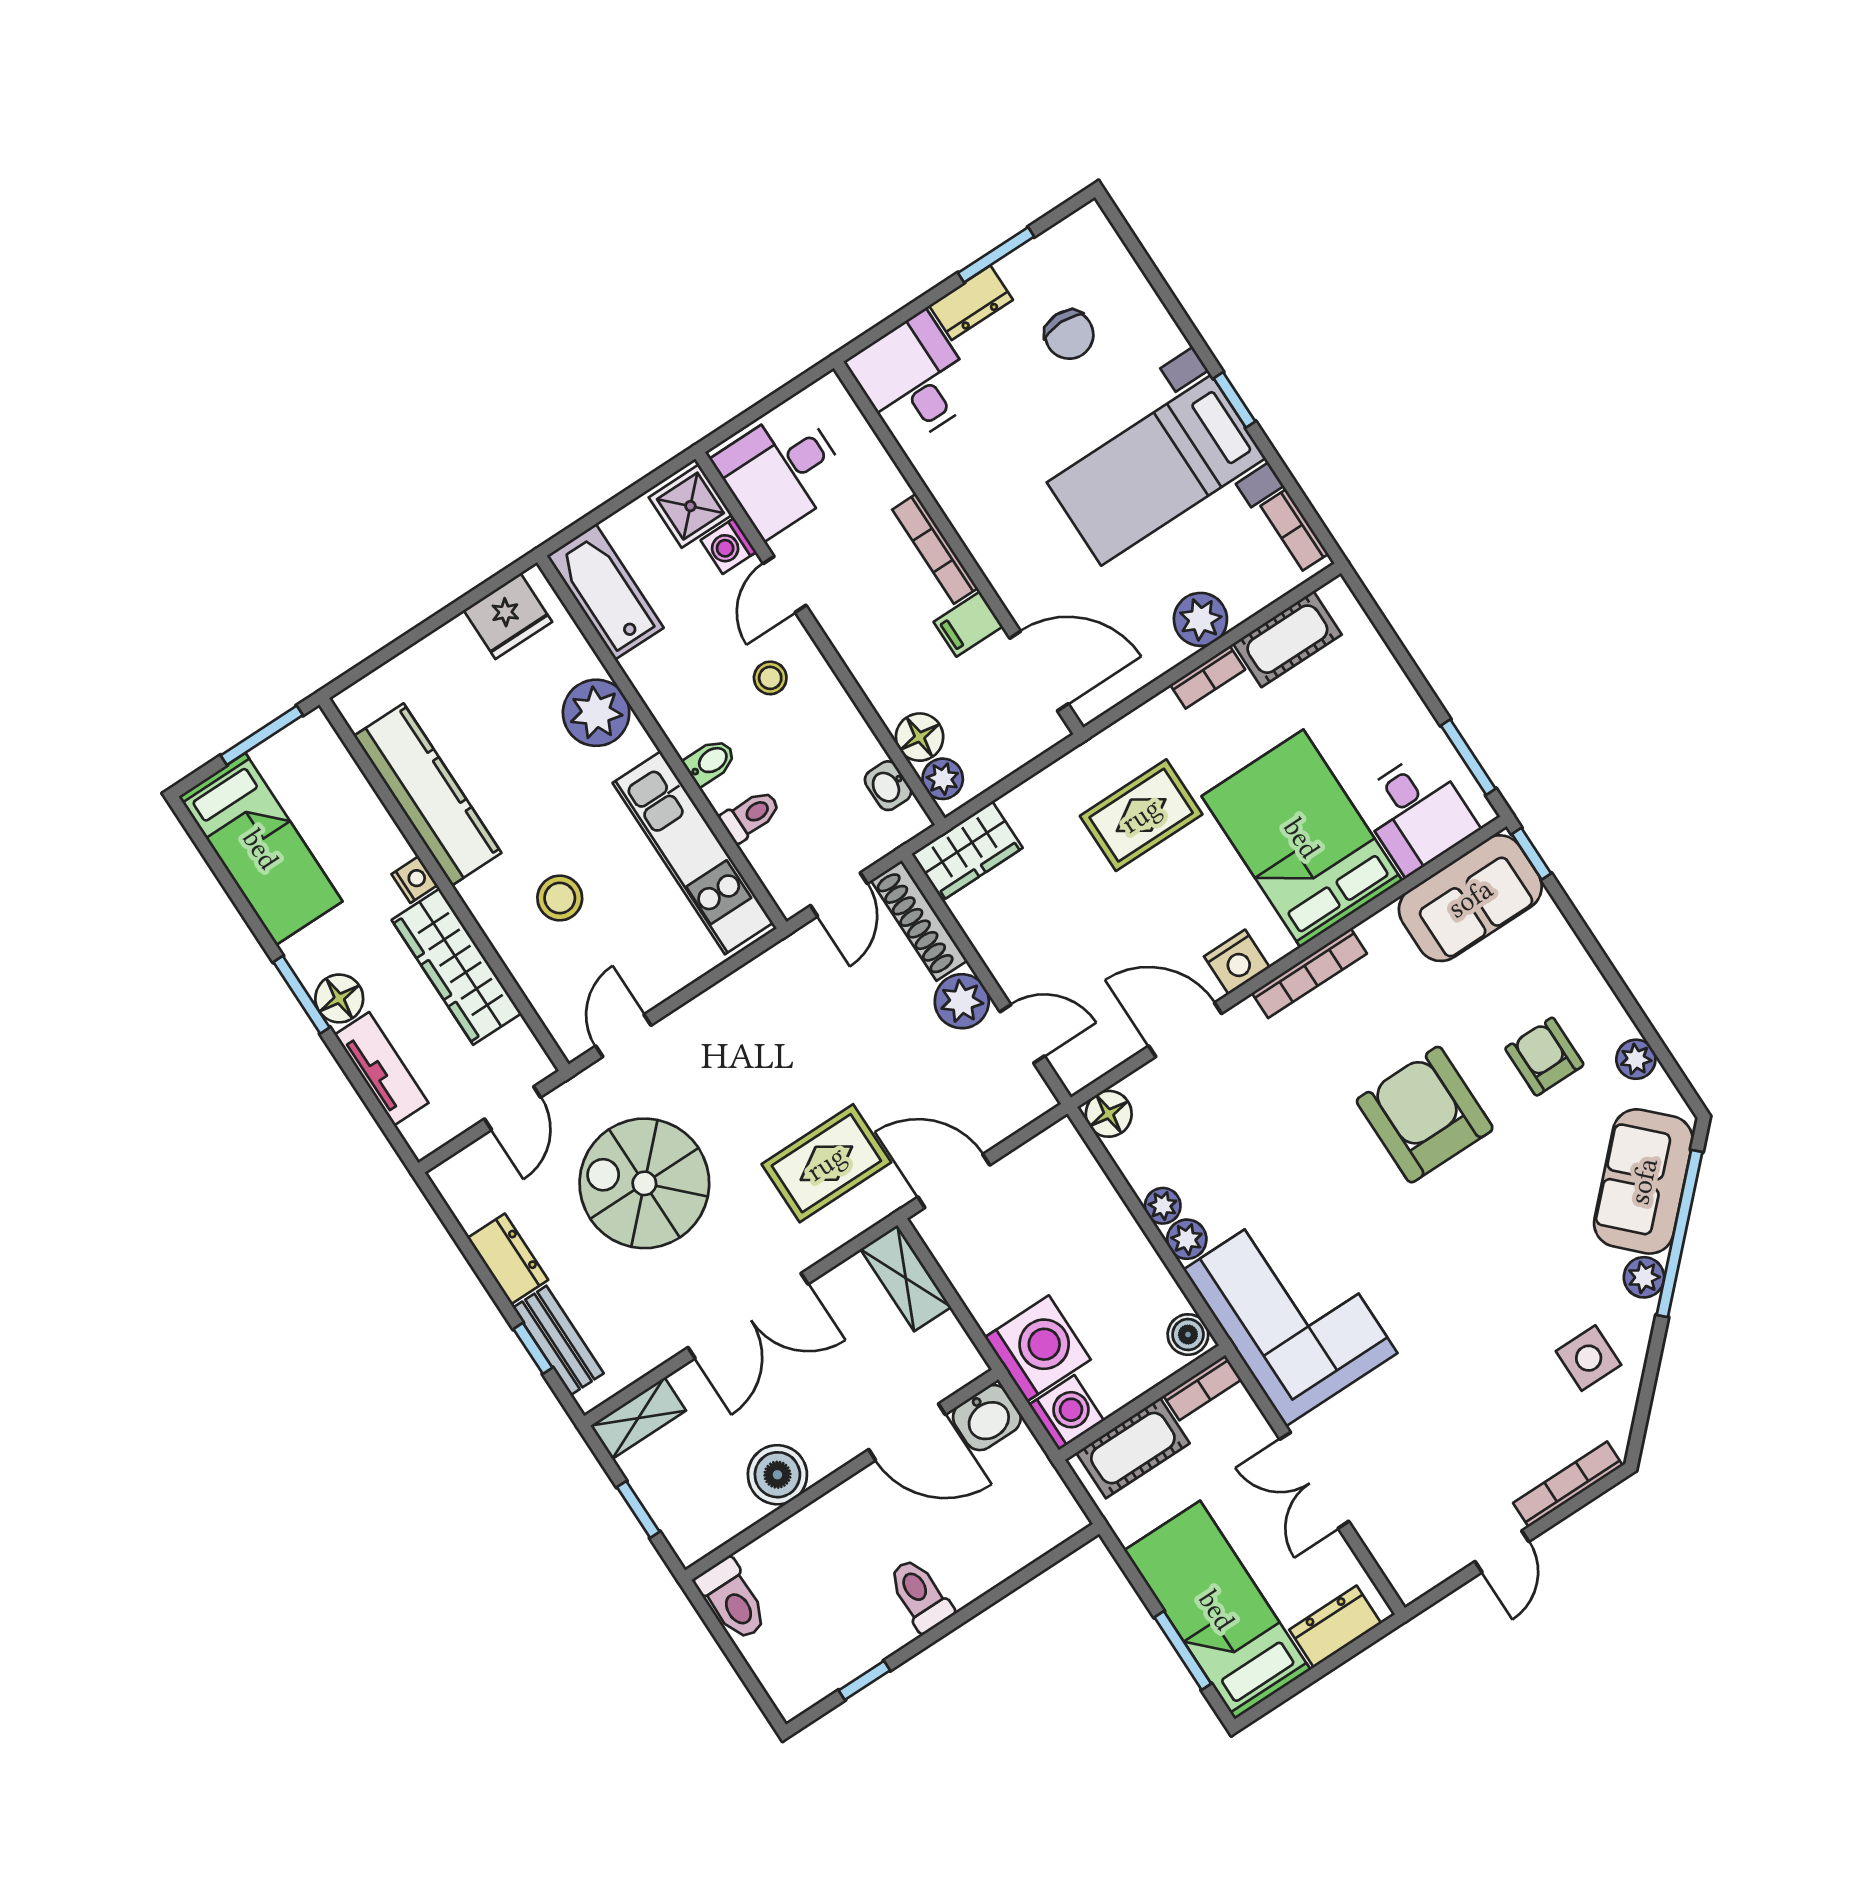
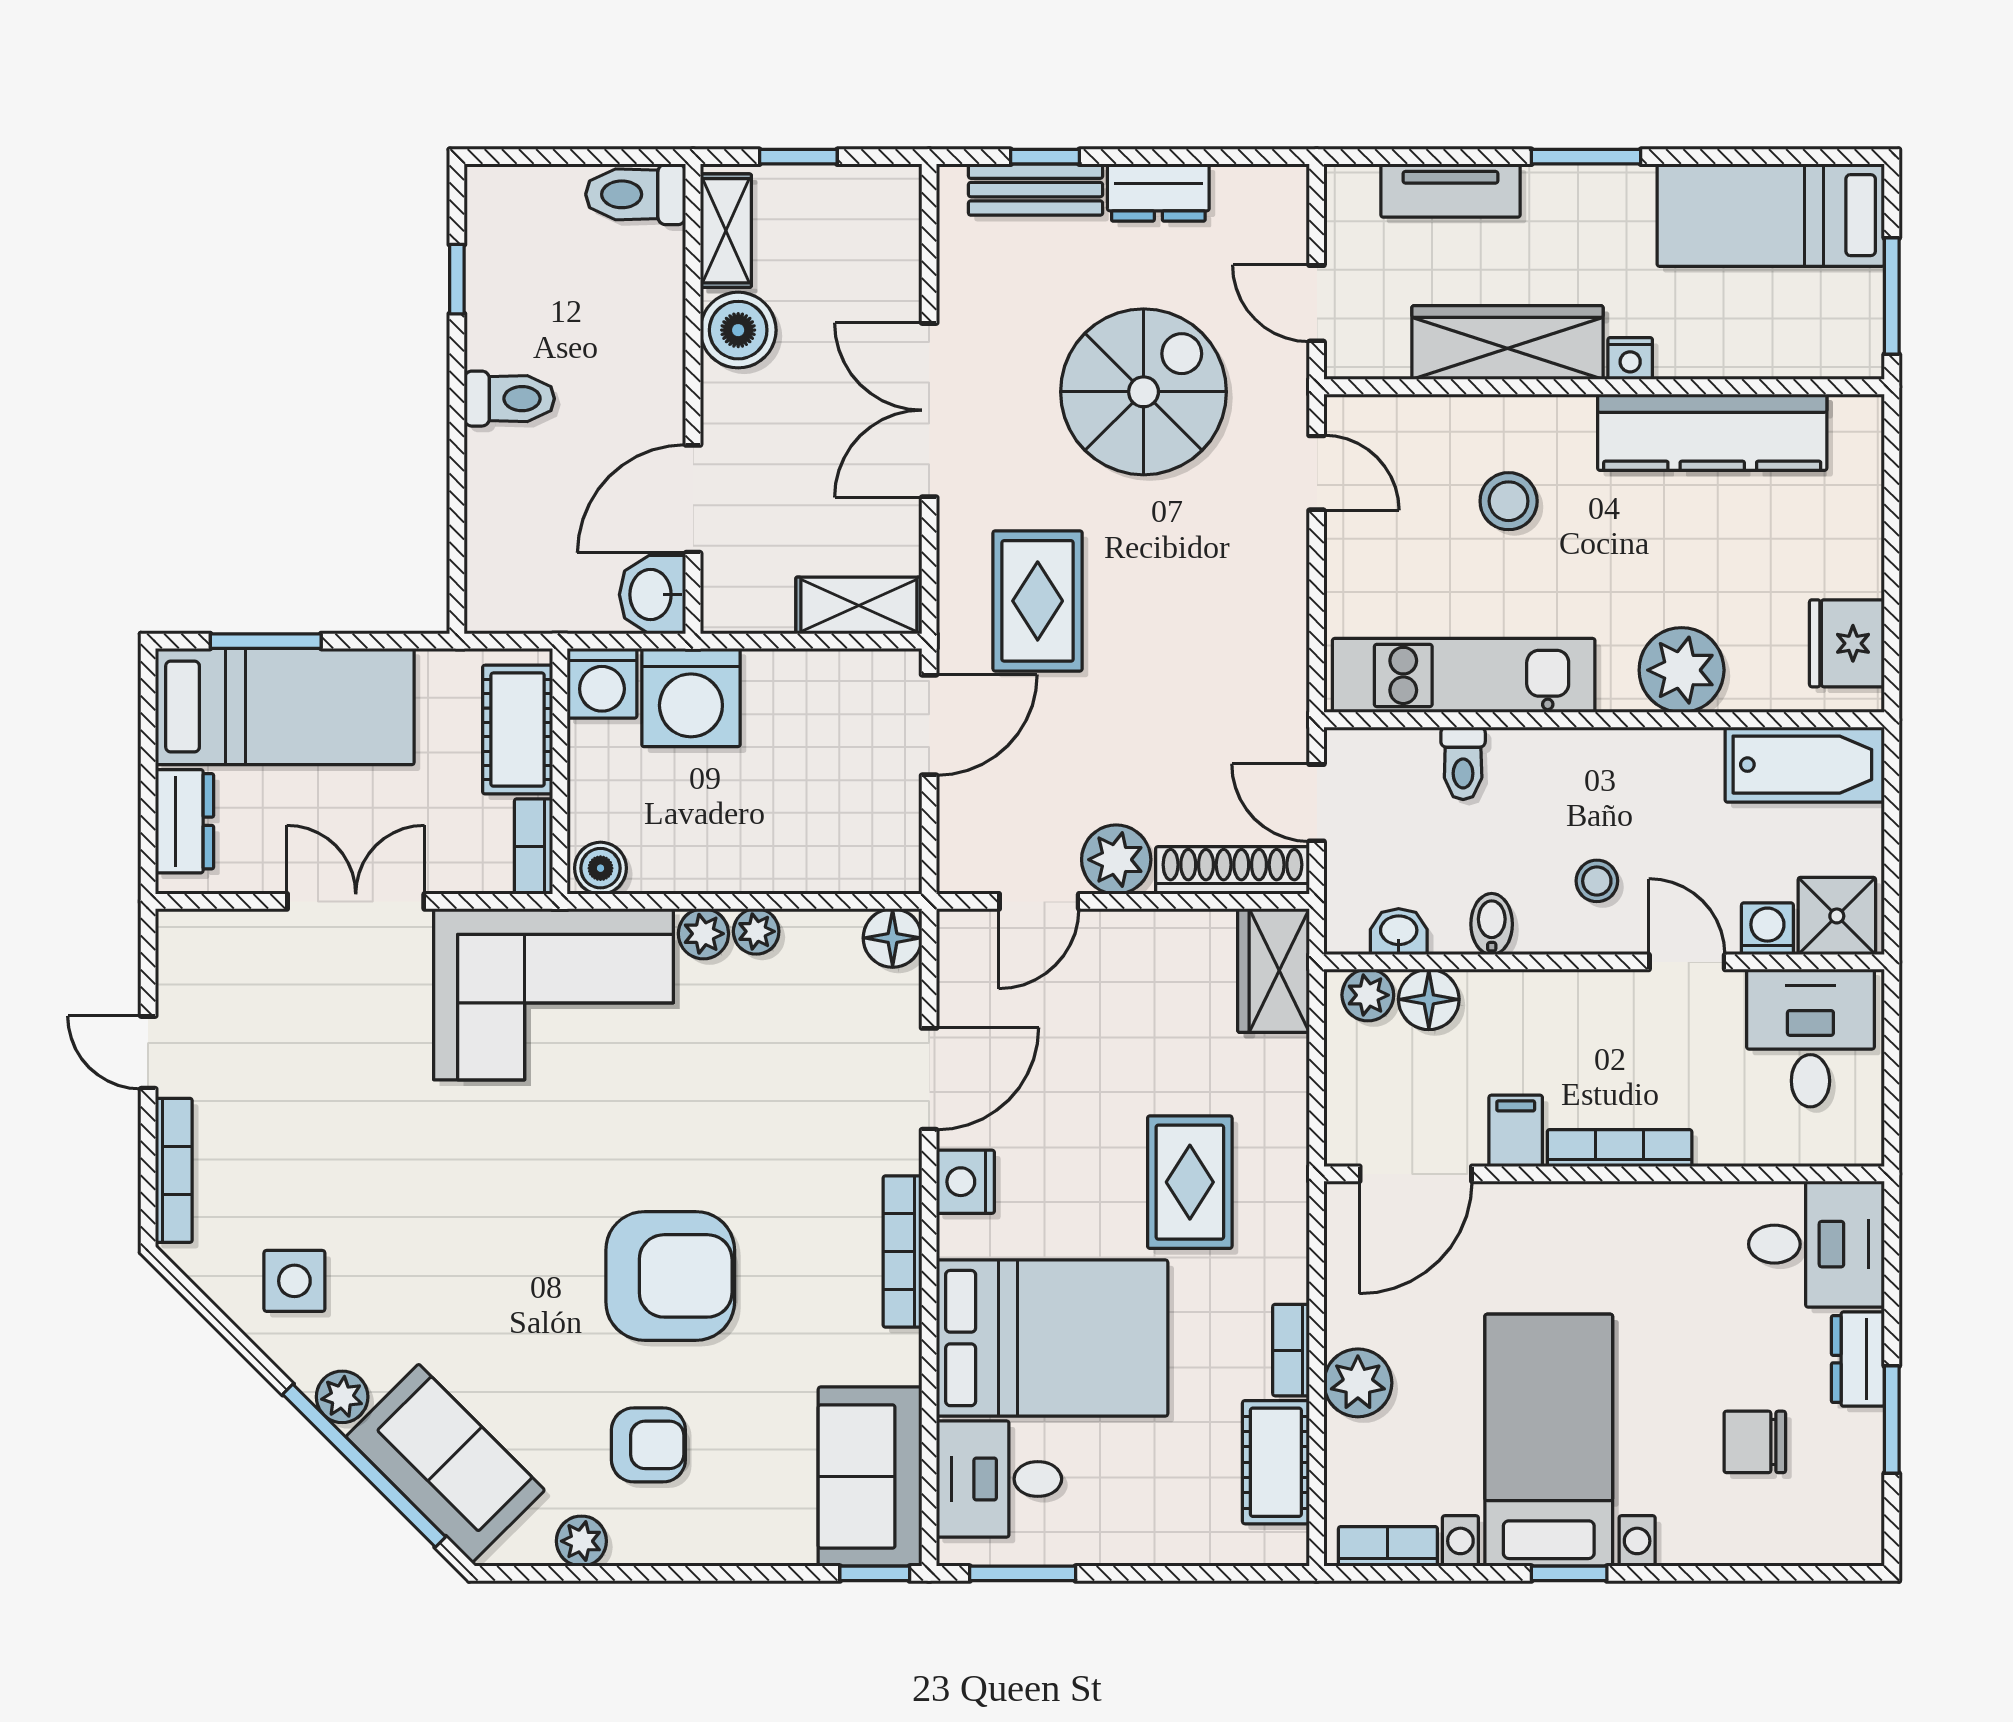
bidet: (710, 762) -> (1492, 924), moved, turned 180
floor lamp: (339, 998) -> (1556, 195), removed
shelving: (638, 1418) -> (726, 231), moved

